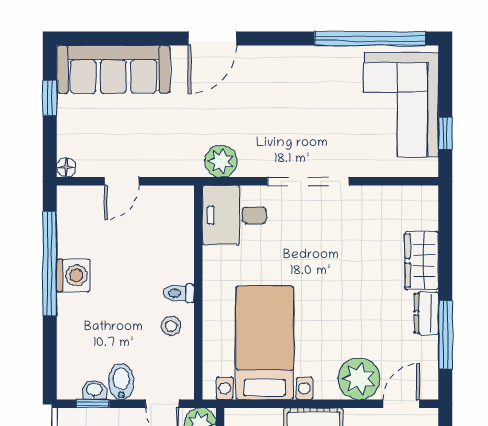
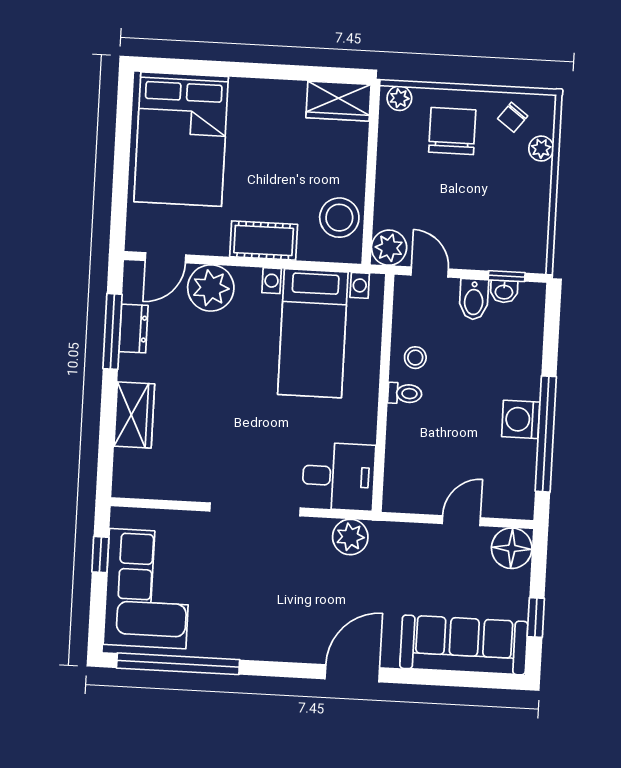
floor lamp: (66, 167) -> (512, 548), width x1.89, depth x1.89
dresser: (426, 313) -> (134, 329), moved

